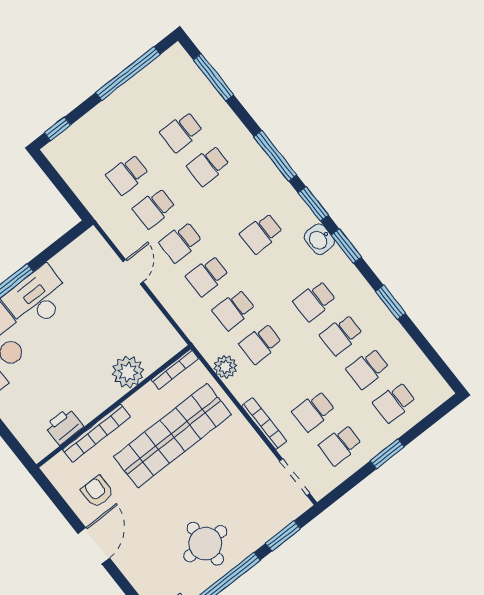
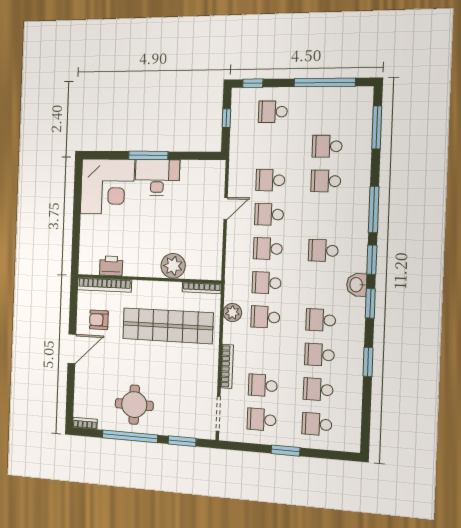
school desk: (127, 174) -> (273, 112), moved
window: (59, 183) -> (226, 118), added
bookcase: (96, 433) -> (104, 285), moved
armchair: (97, 492) -> (99, 320), turned -90

